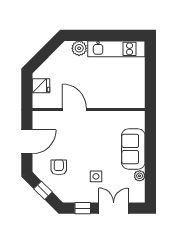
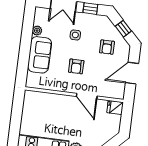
fridge: (41, 86) -> (115, 107), moved
armchair: (90, 141) -> (76, 66), added

